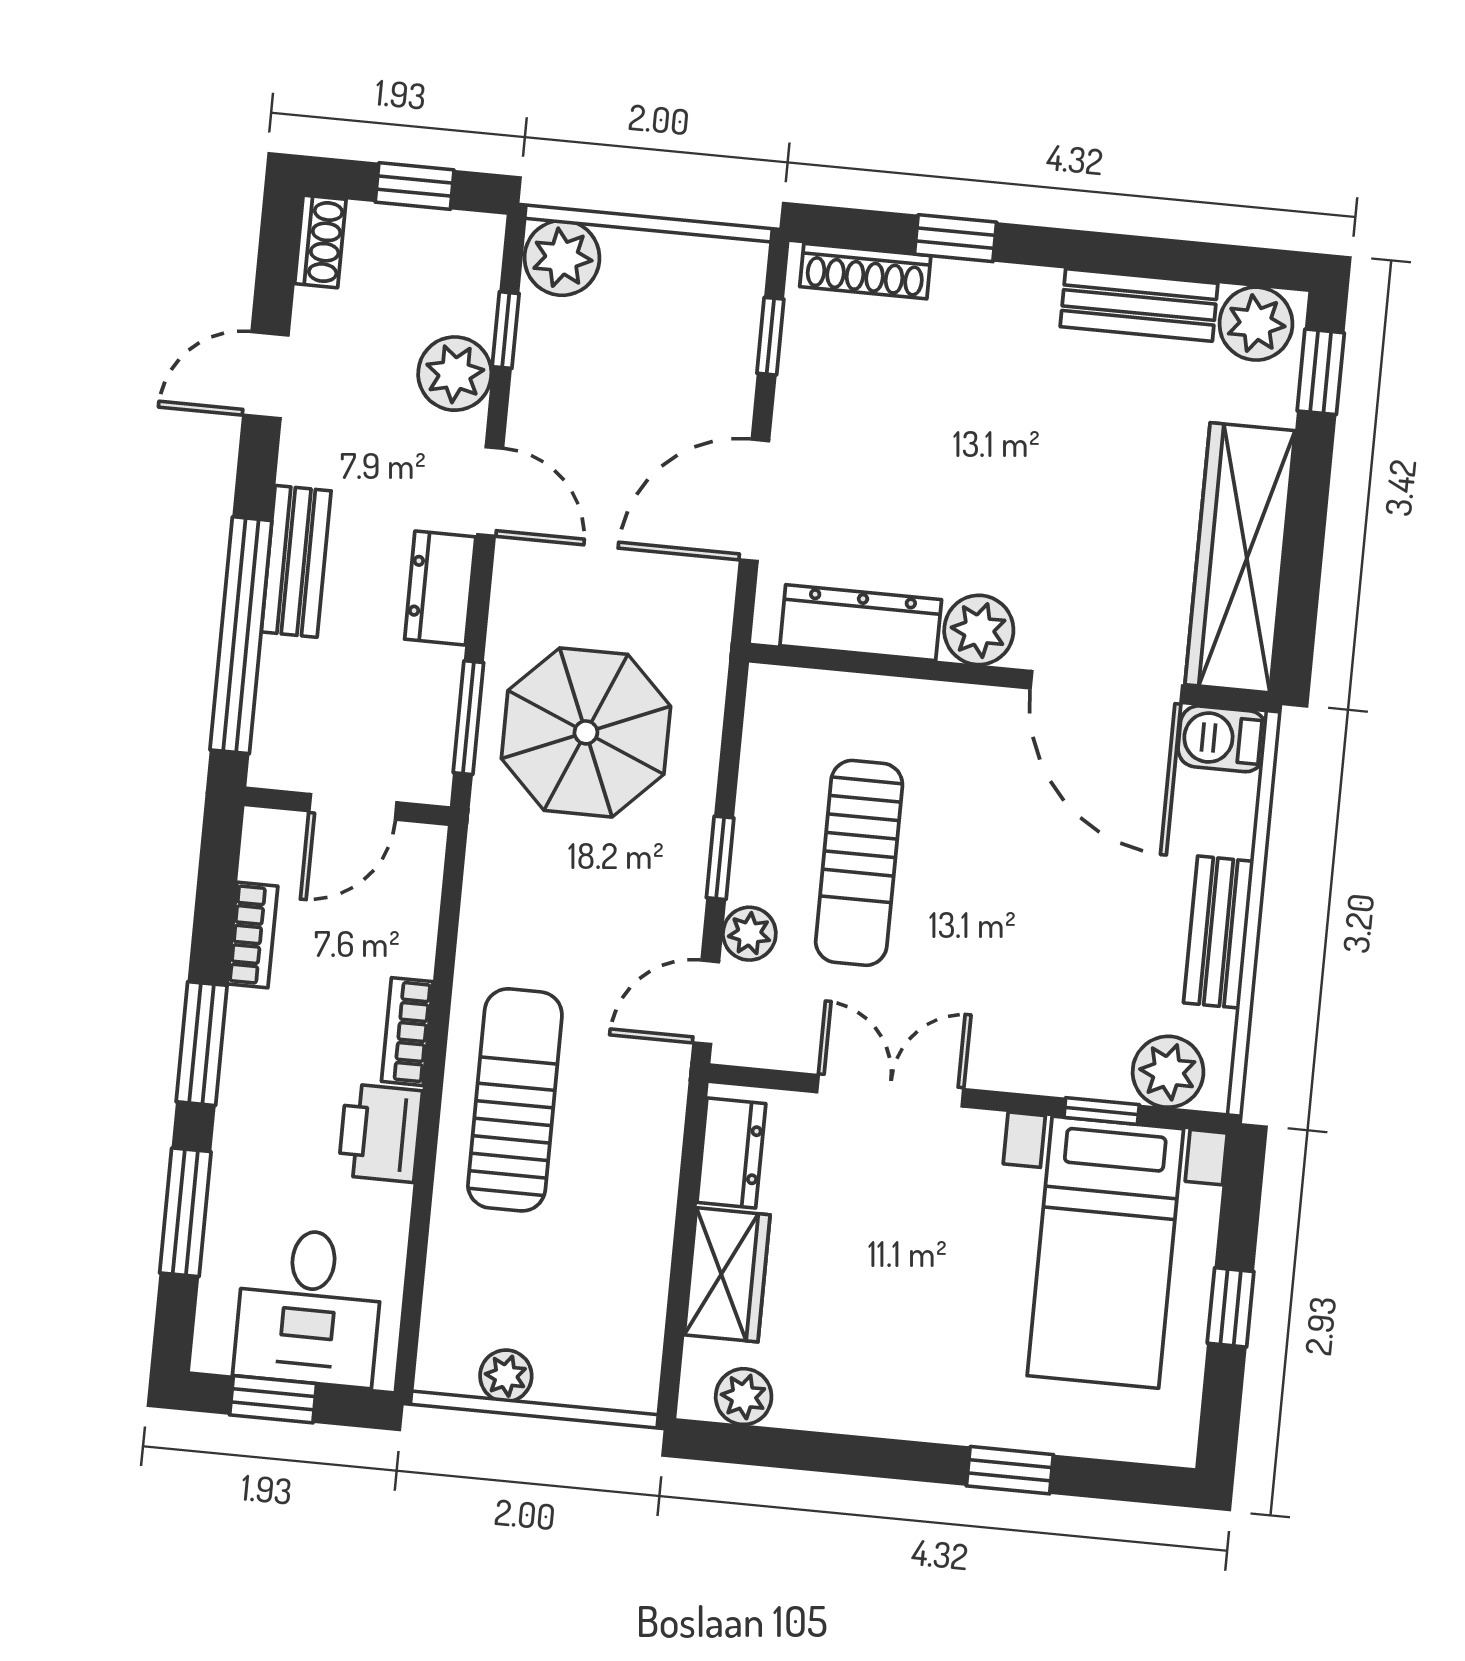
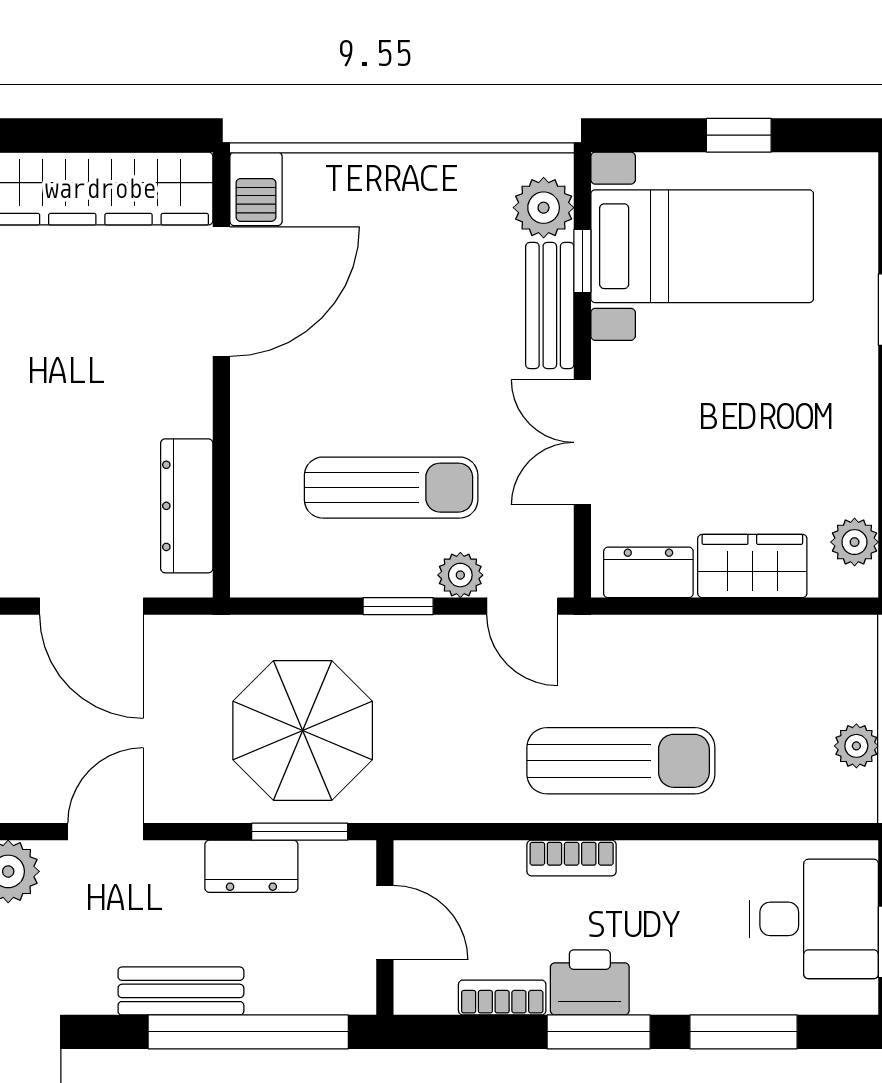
dresser: (440, 588) -> (251, 866), moved
plant: (979, 630) -> (183, 405), removed
bench: (1219, 932) -> (550, 306), moved, turned 90
sun lounger: (515, 1100) -> (621, 761), turned 180
printer: (380, 1133) -> (590, 982), moved, turned 180

